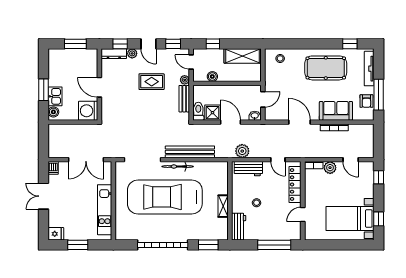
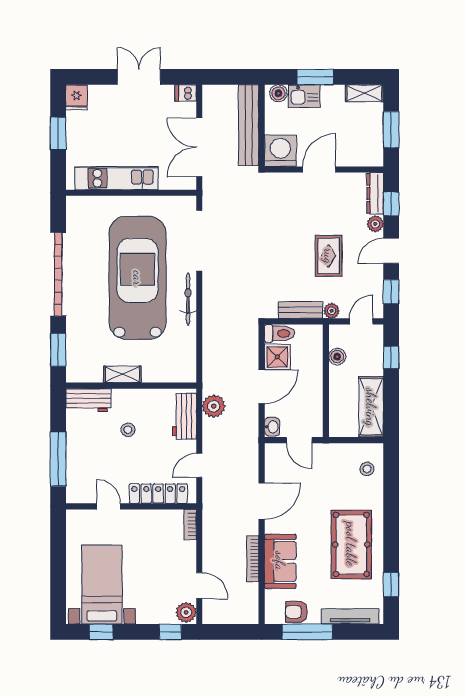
shelving: (53, 60) -> (364, 93), added
bench: (190, 152) -> (249, 125), moved
door: (351, 160) -> (199, 586), swing flipped
plant: (330, 168) -> (186, 612), moved

